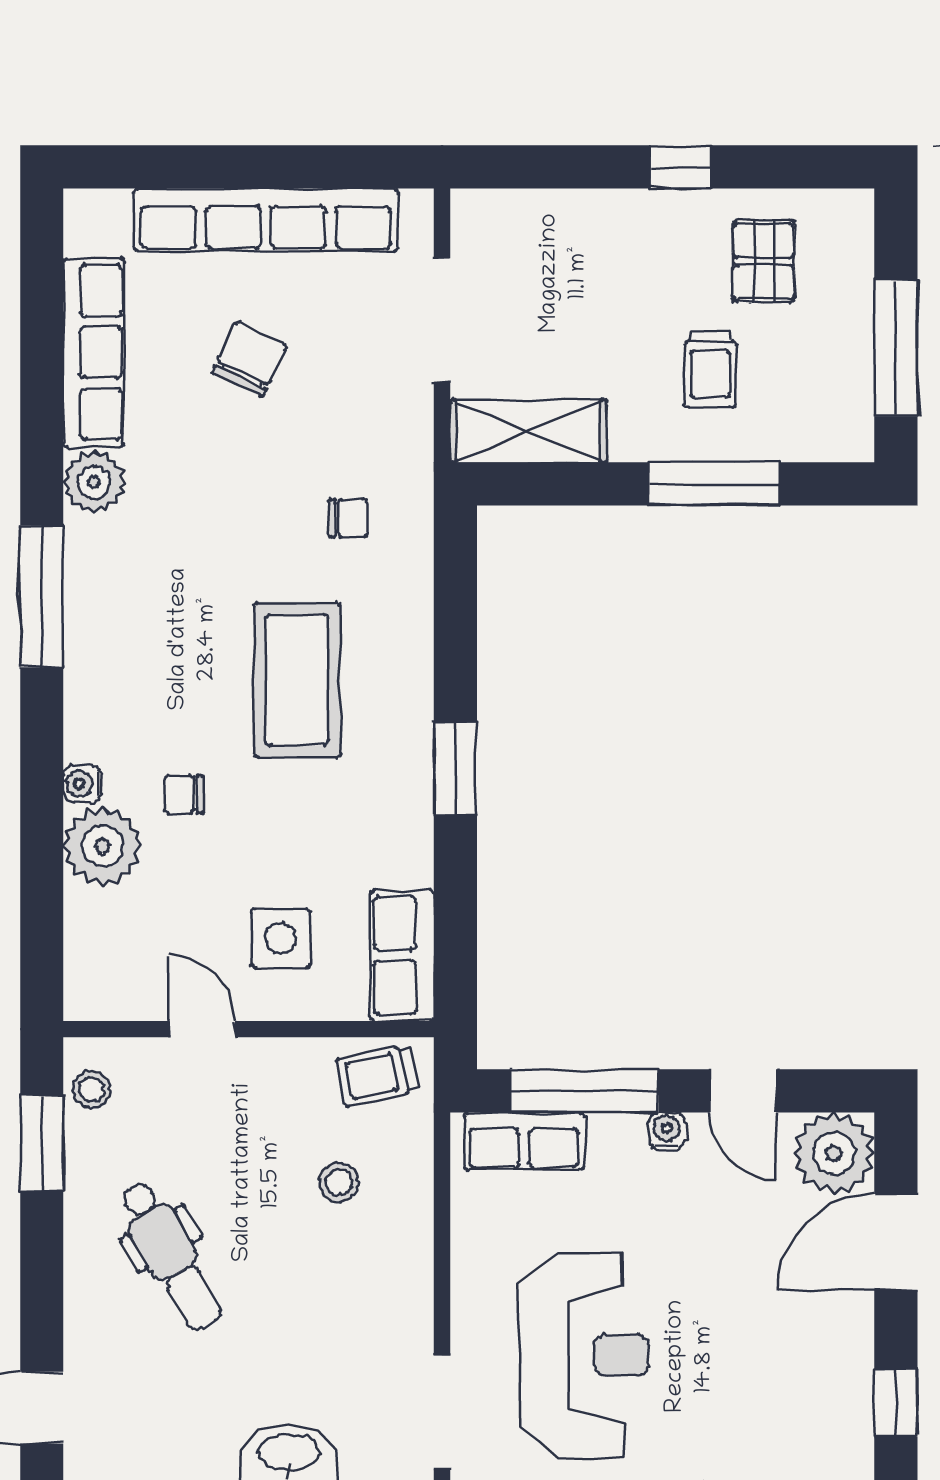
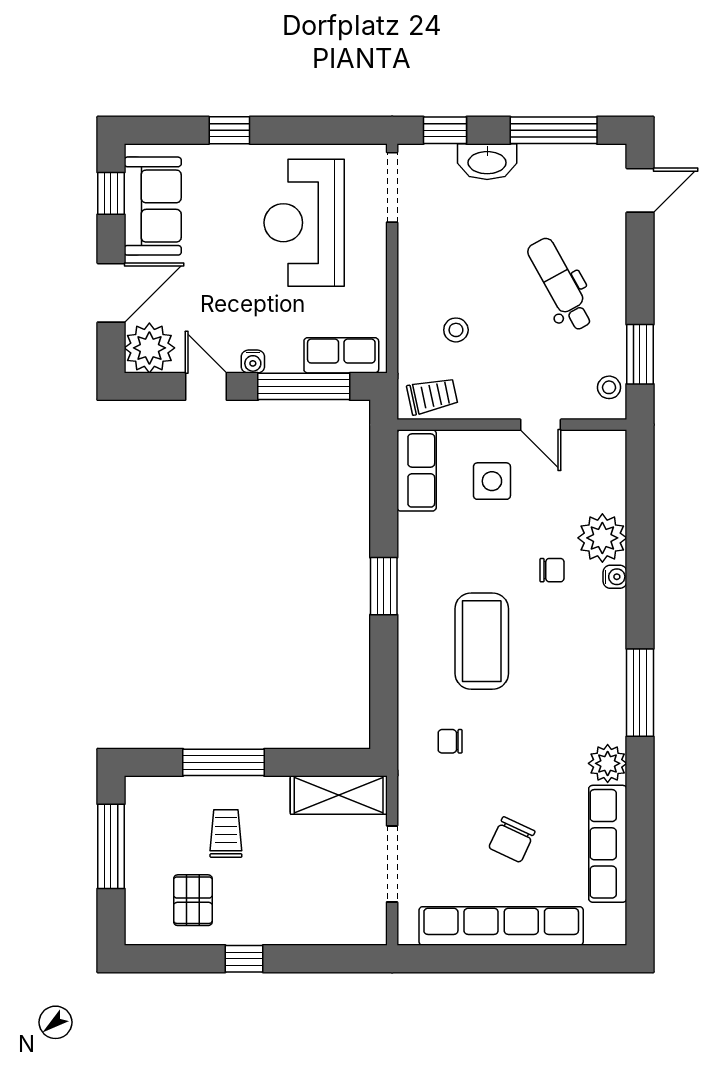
sofa: (829, 1382) -> (153, 206), added

